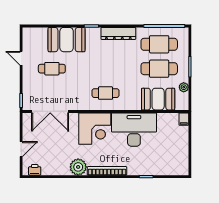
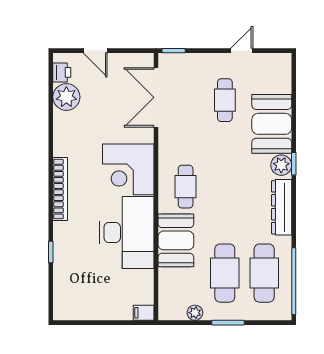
plant: (92, 34) -> (281, 165), added
booth: (158, 99) -> (176, 240), moved
plant: (78, 167) -> (66, 97), moved

